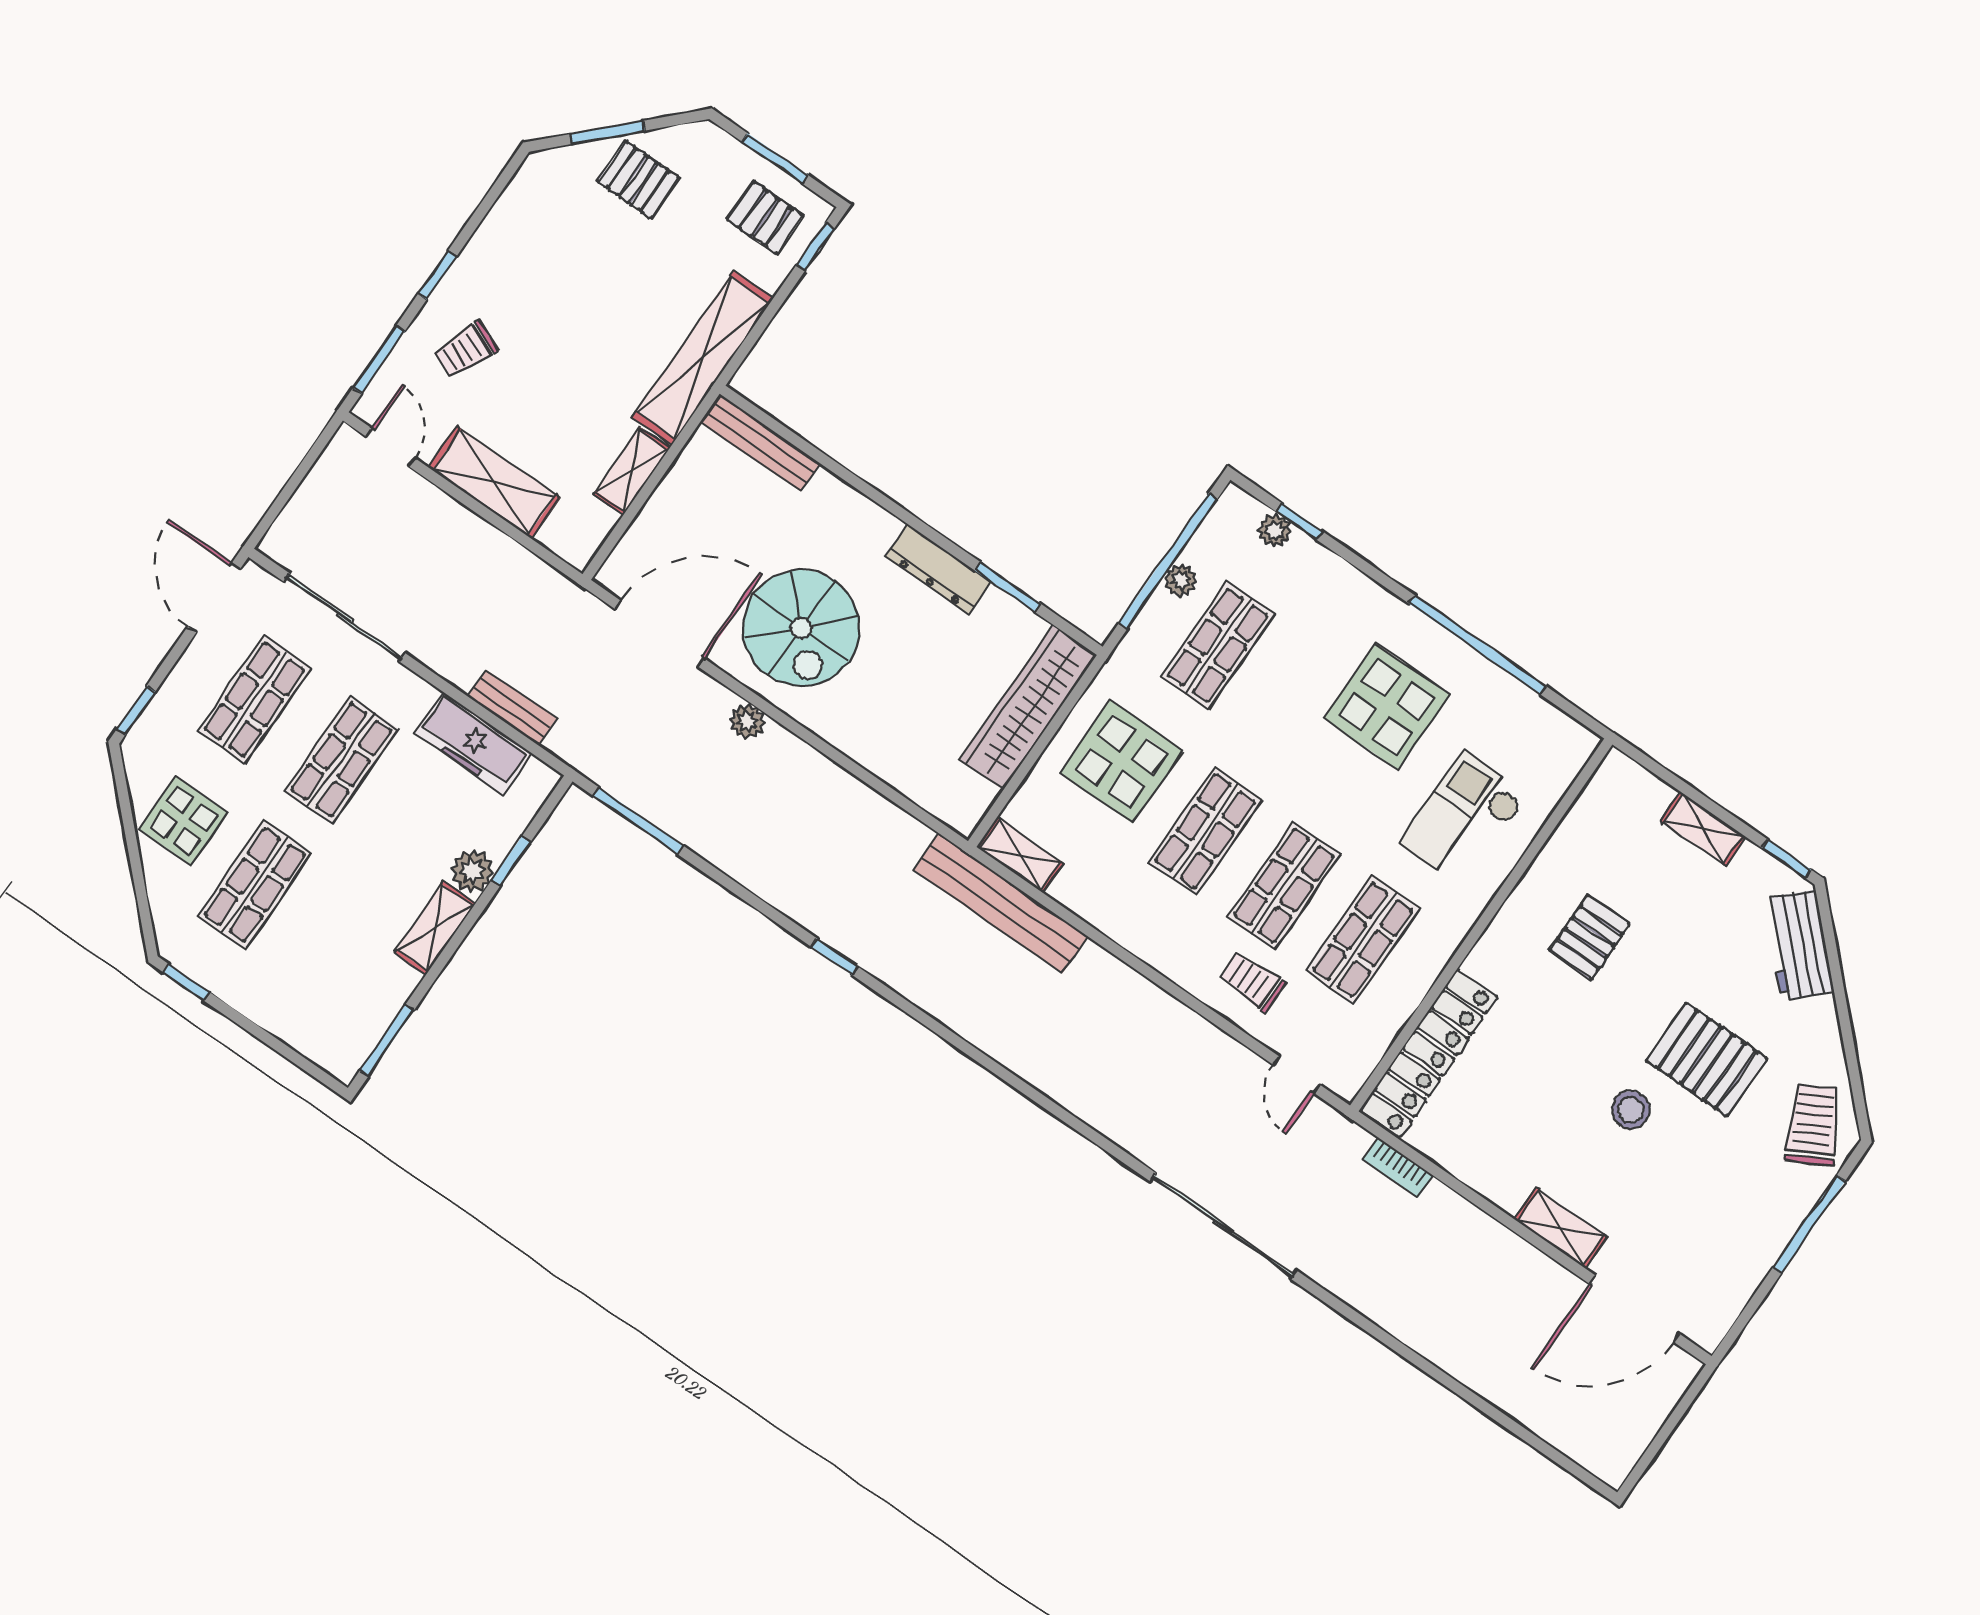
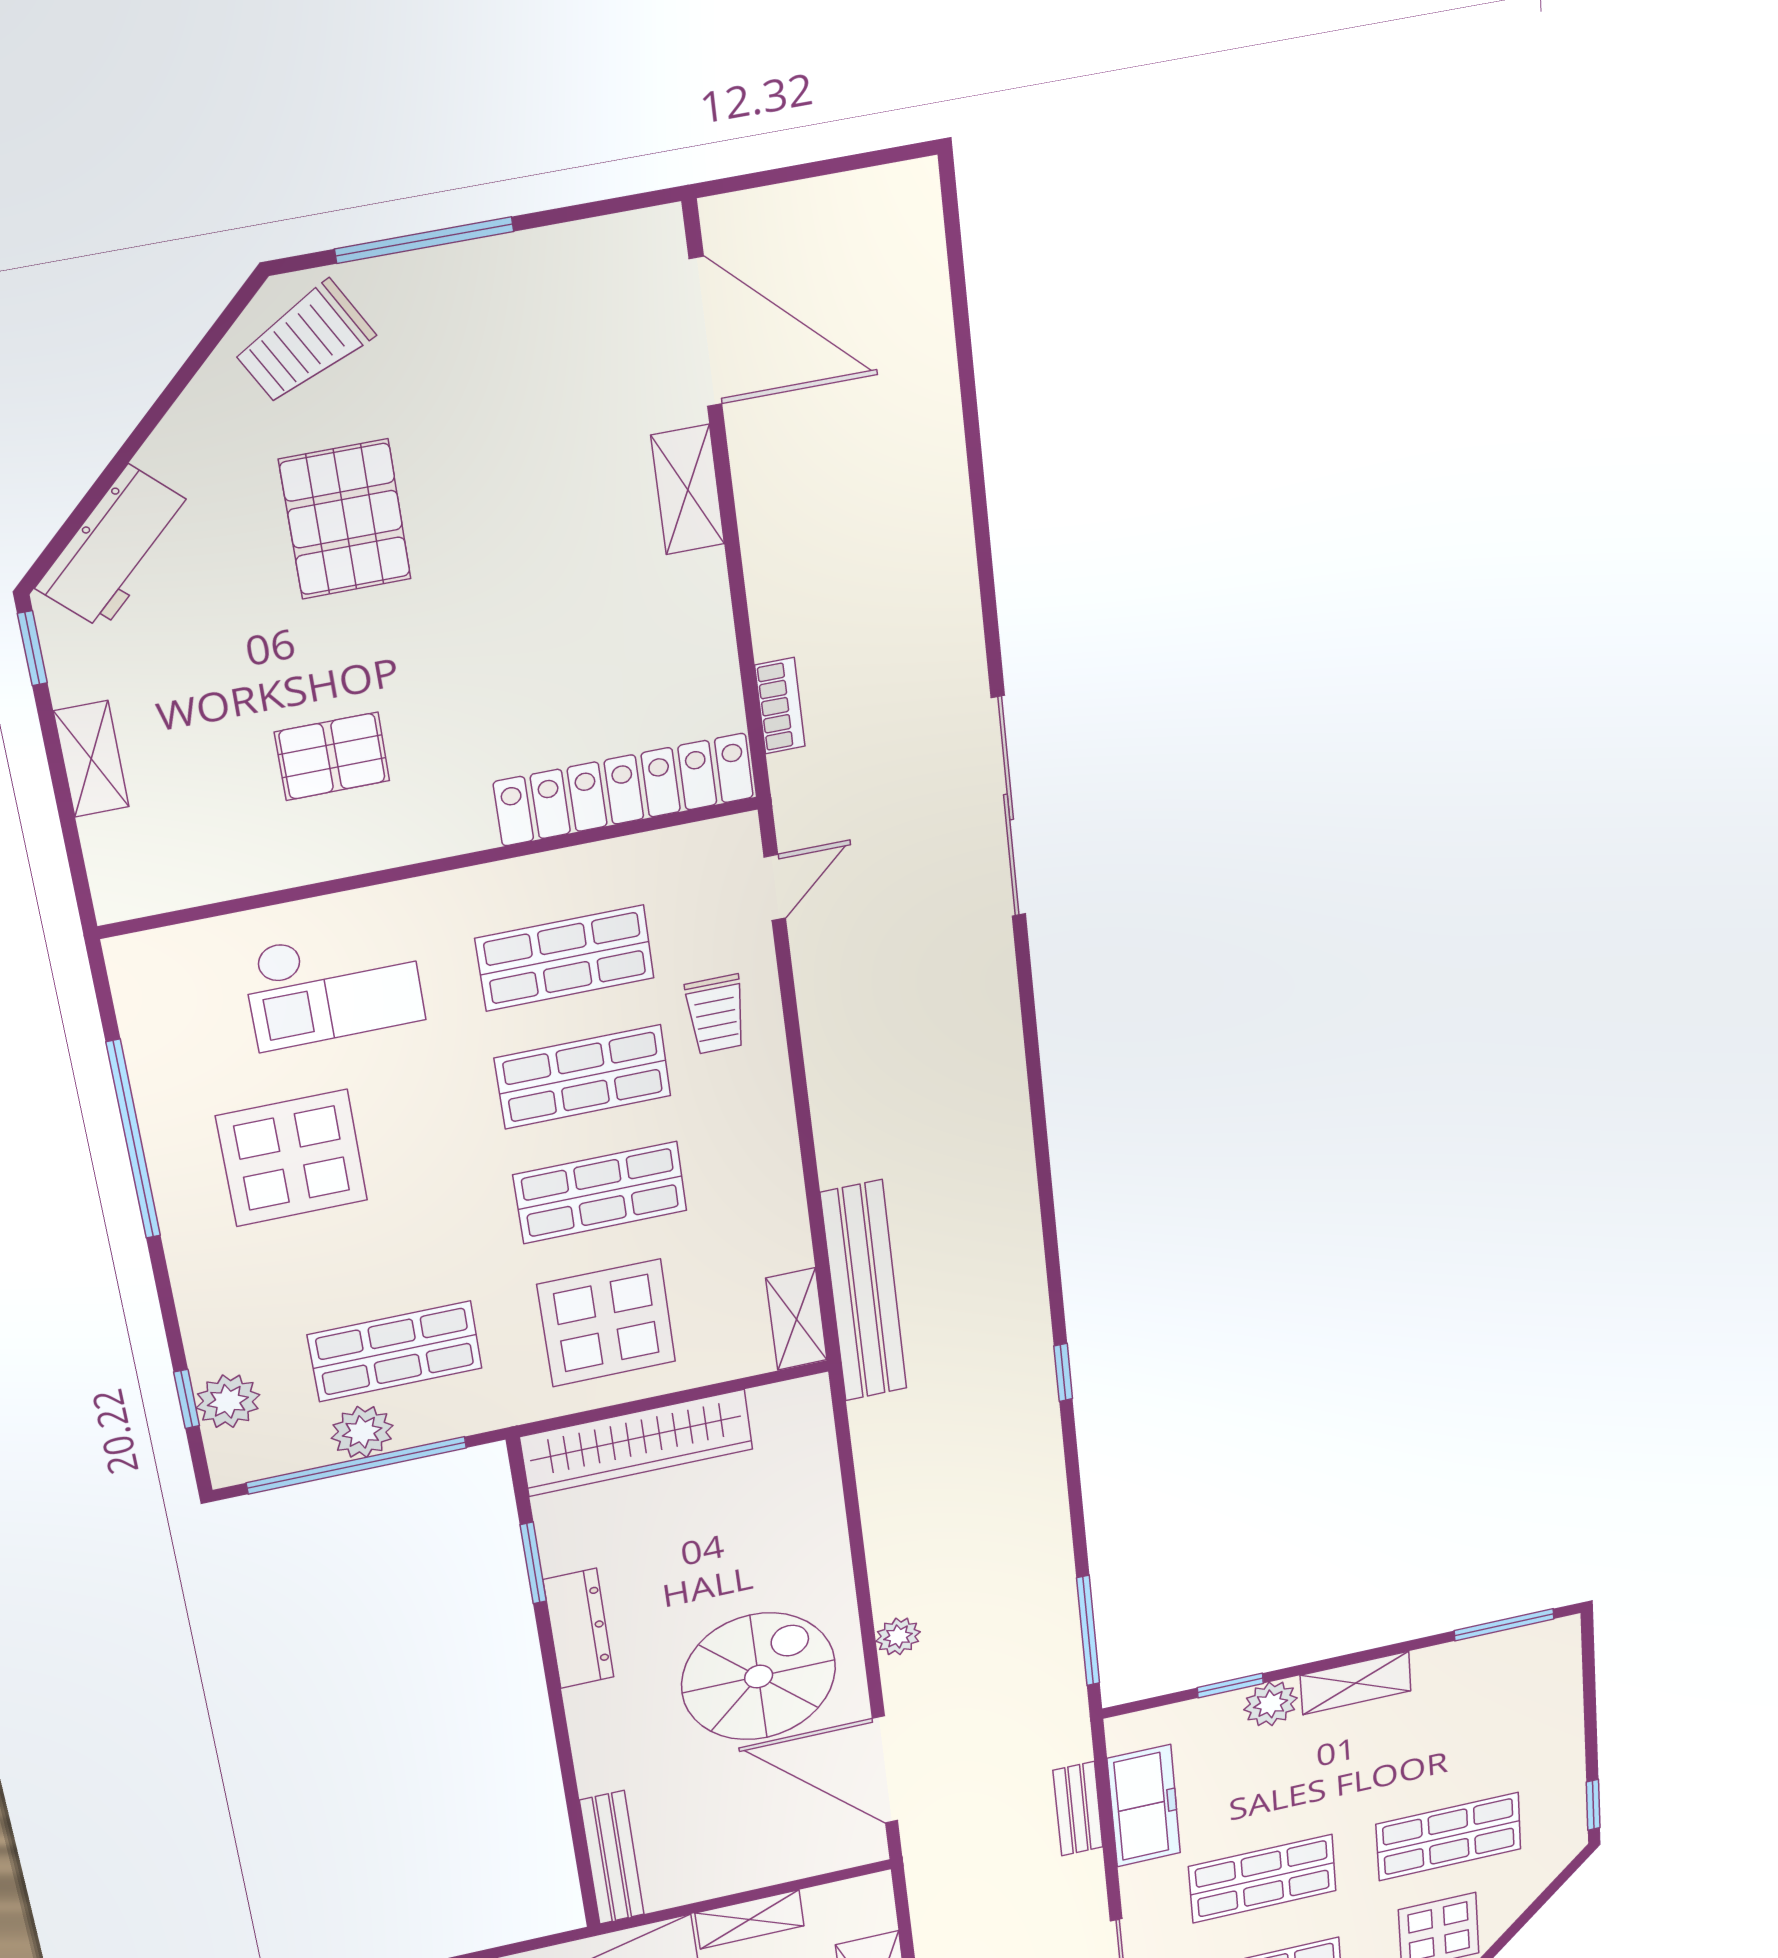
plant: (1275, 531) -> (228, 1401), width x1.38, depth x1.38
plant: (1181, 580) -> (362, 1432), width x1.38, depth x1.38
stool: (1631, 1110) -> (482, 542), removed

